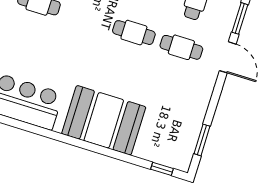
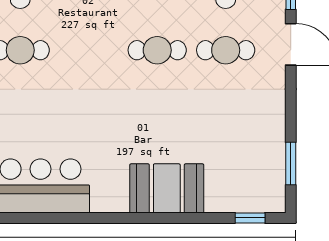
booth: (104, 120) -> (167, 188), width x0.73, depth x0.70

